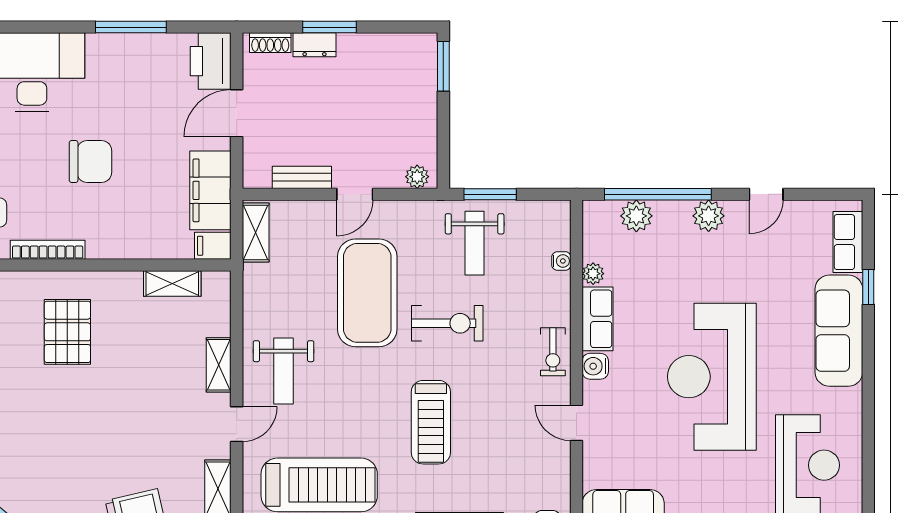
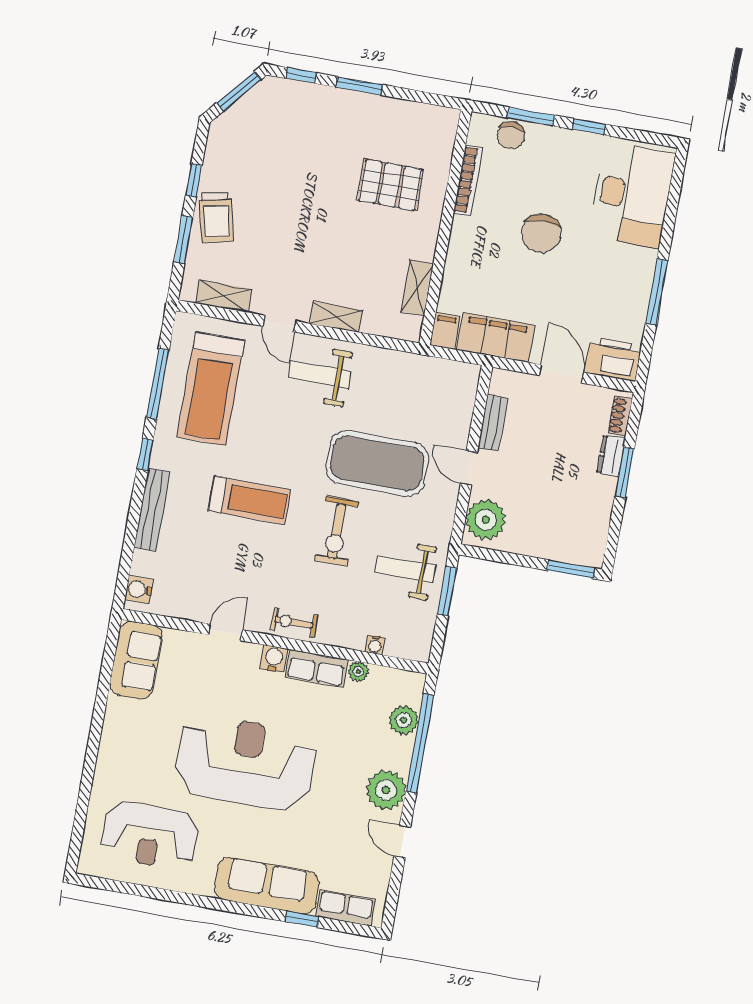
plant: (417, 177) -> (486, 520), width x1.88, depth x1.88
plant: (709, 216) -> (386, 790), width x1.36, depth x1.36
shelving: (256, 233) -> (450, 372), removed
treadmill: (431, 422) -> (250, 500), turned 180

